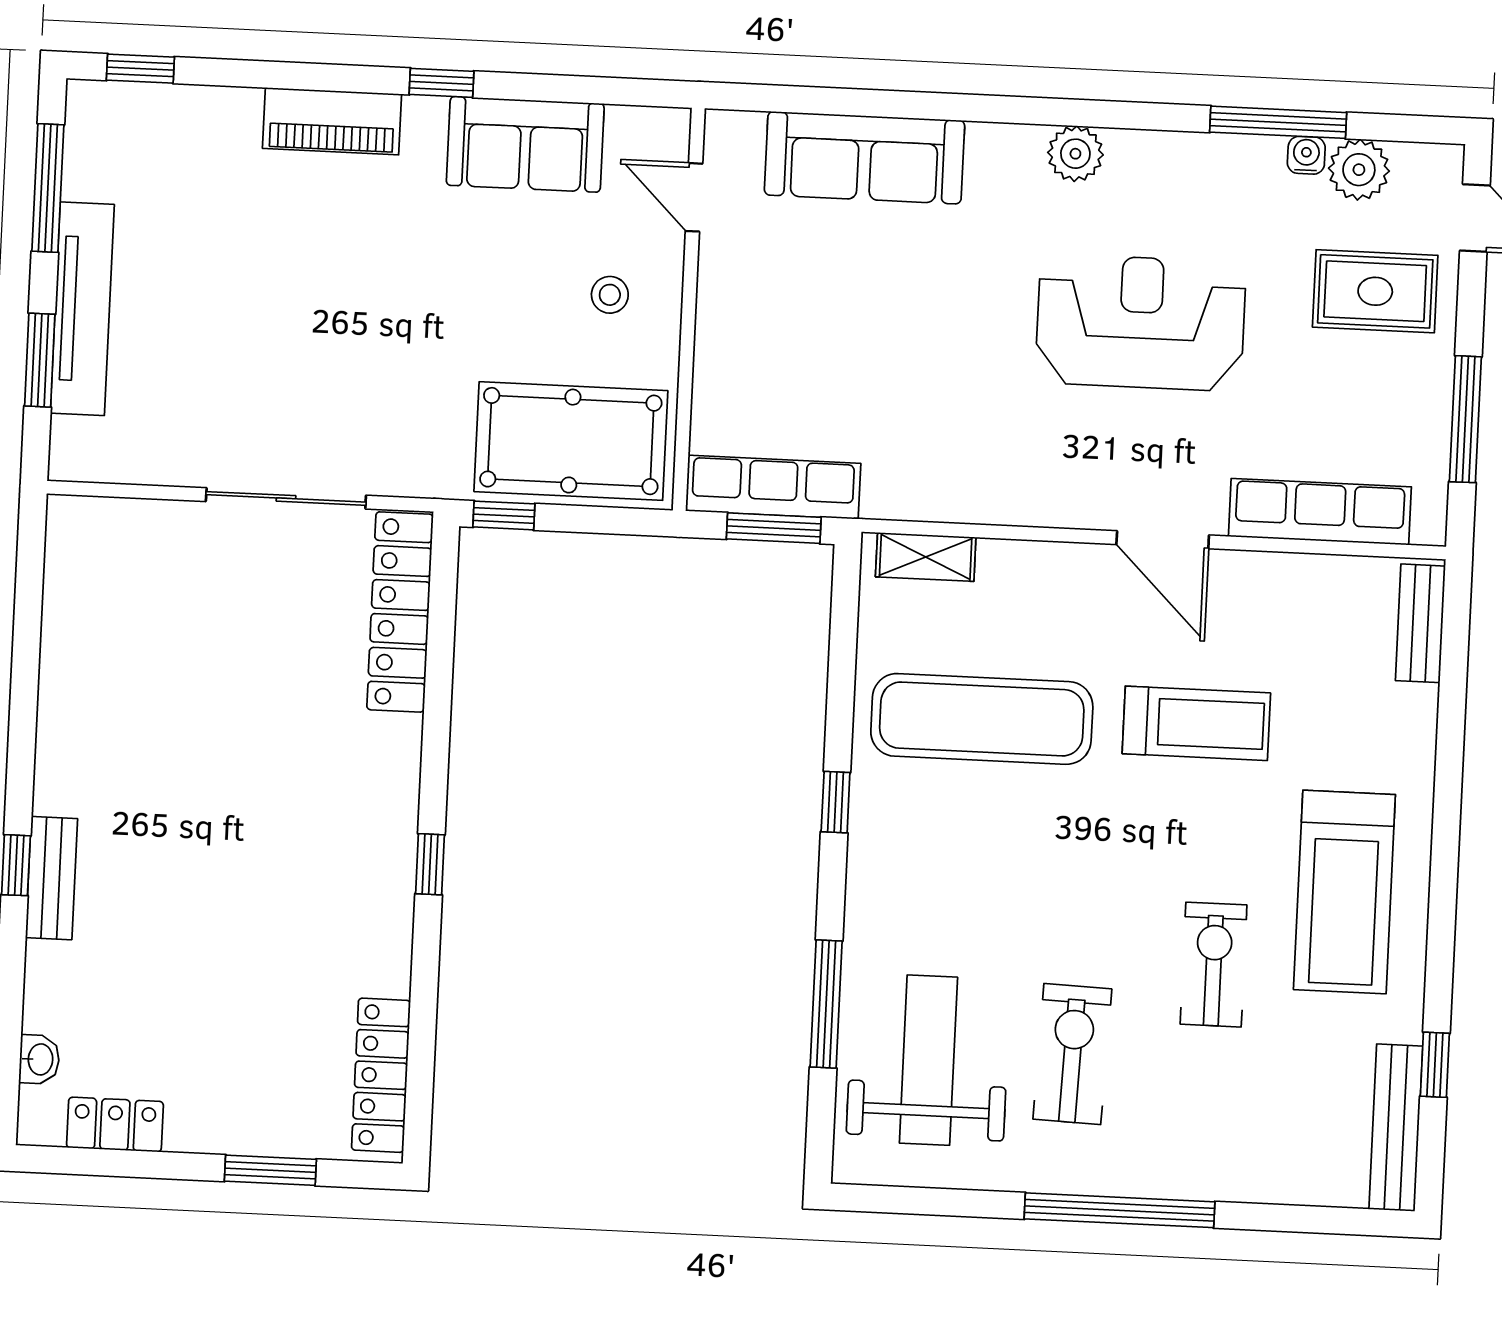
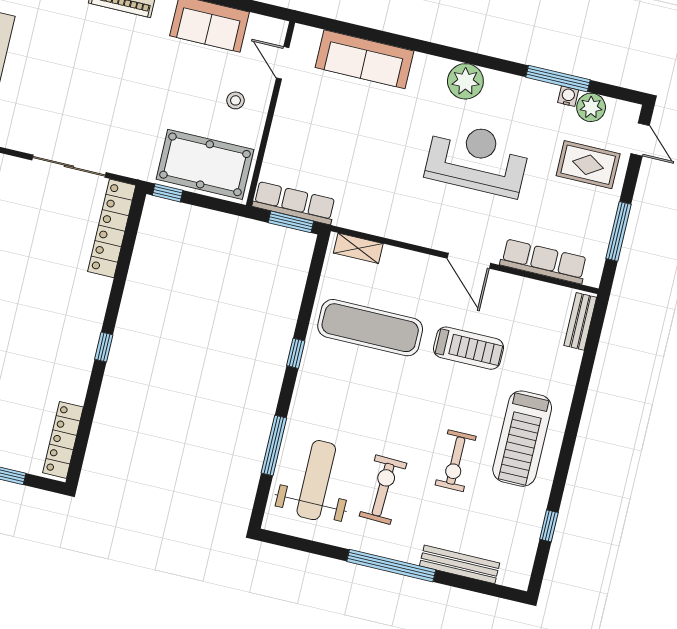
plant: (1075, 154) -> (465, 81), width x1.36, depth x1.36
exercise bike: (1214, 965) -> (456, 461), turned 180
bench: (1396, 1128) -> (460, 564), moved, turned 90

